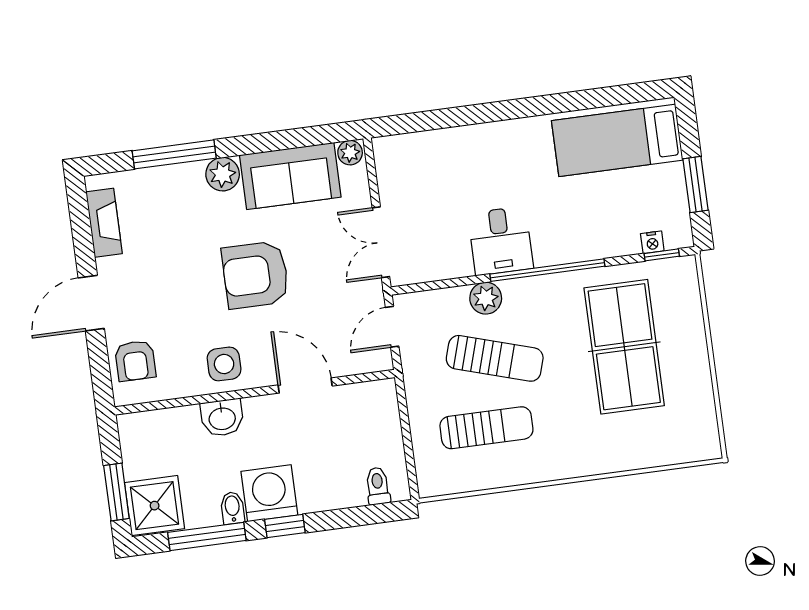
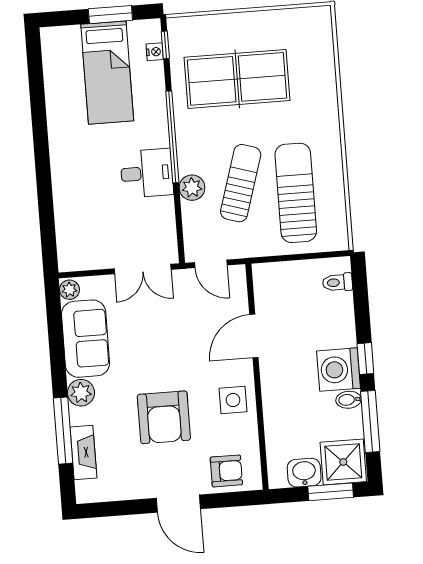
bed: (617, 140) -> (107, 73), moved
fireplace: (104, 223) -> (83, 452), moved, turned 90
armchair: (255, 275) -> (164, 417), moved
washbasin: (222, 418) -> (304, 473), moved, turned -90
sun lounger: (486, 428) -> (296, 193), width x1.36, depth x1.34

